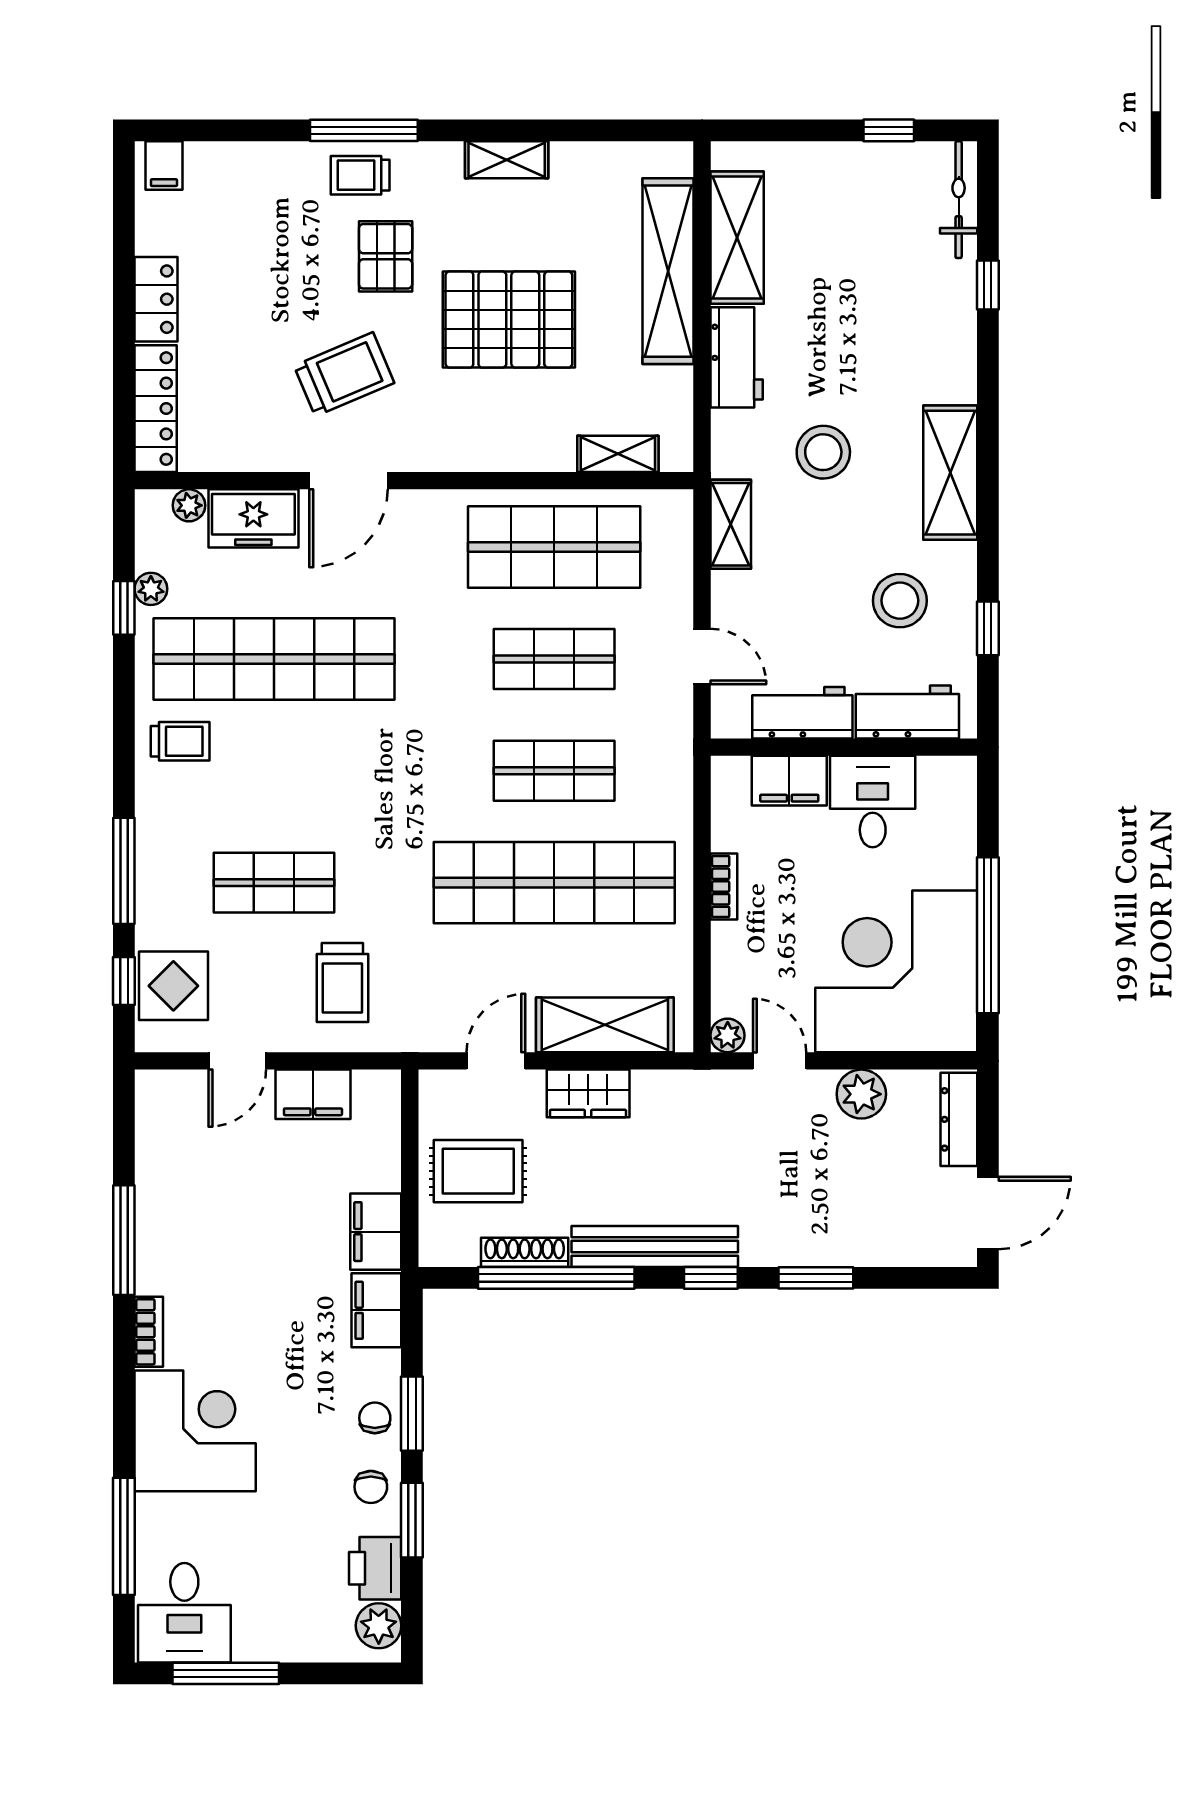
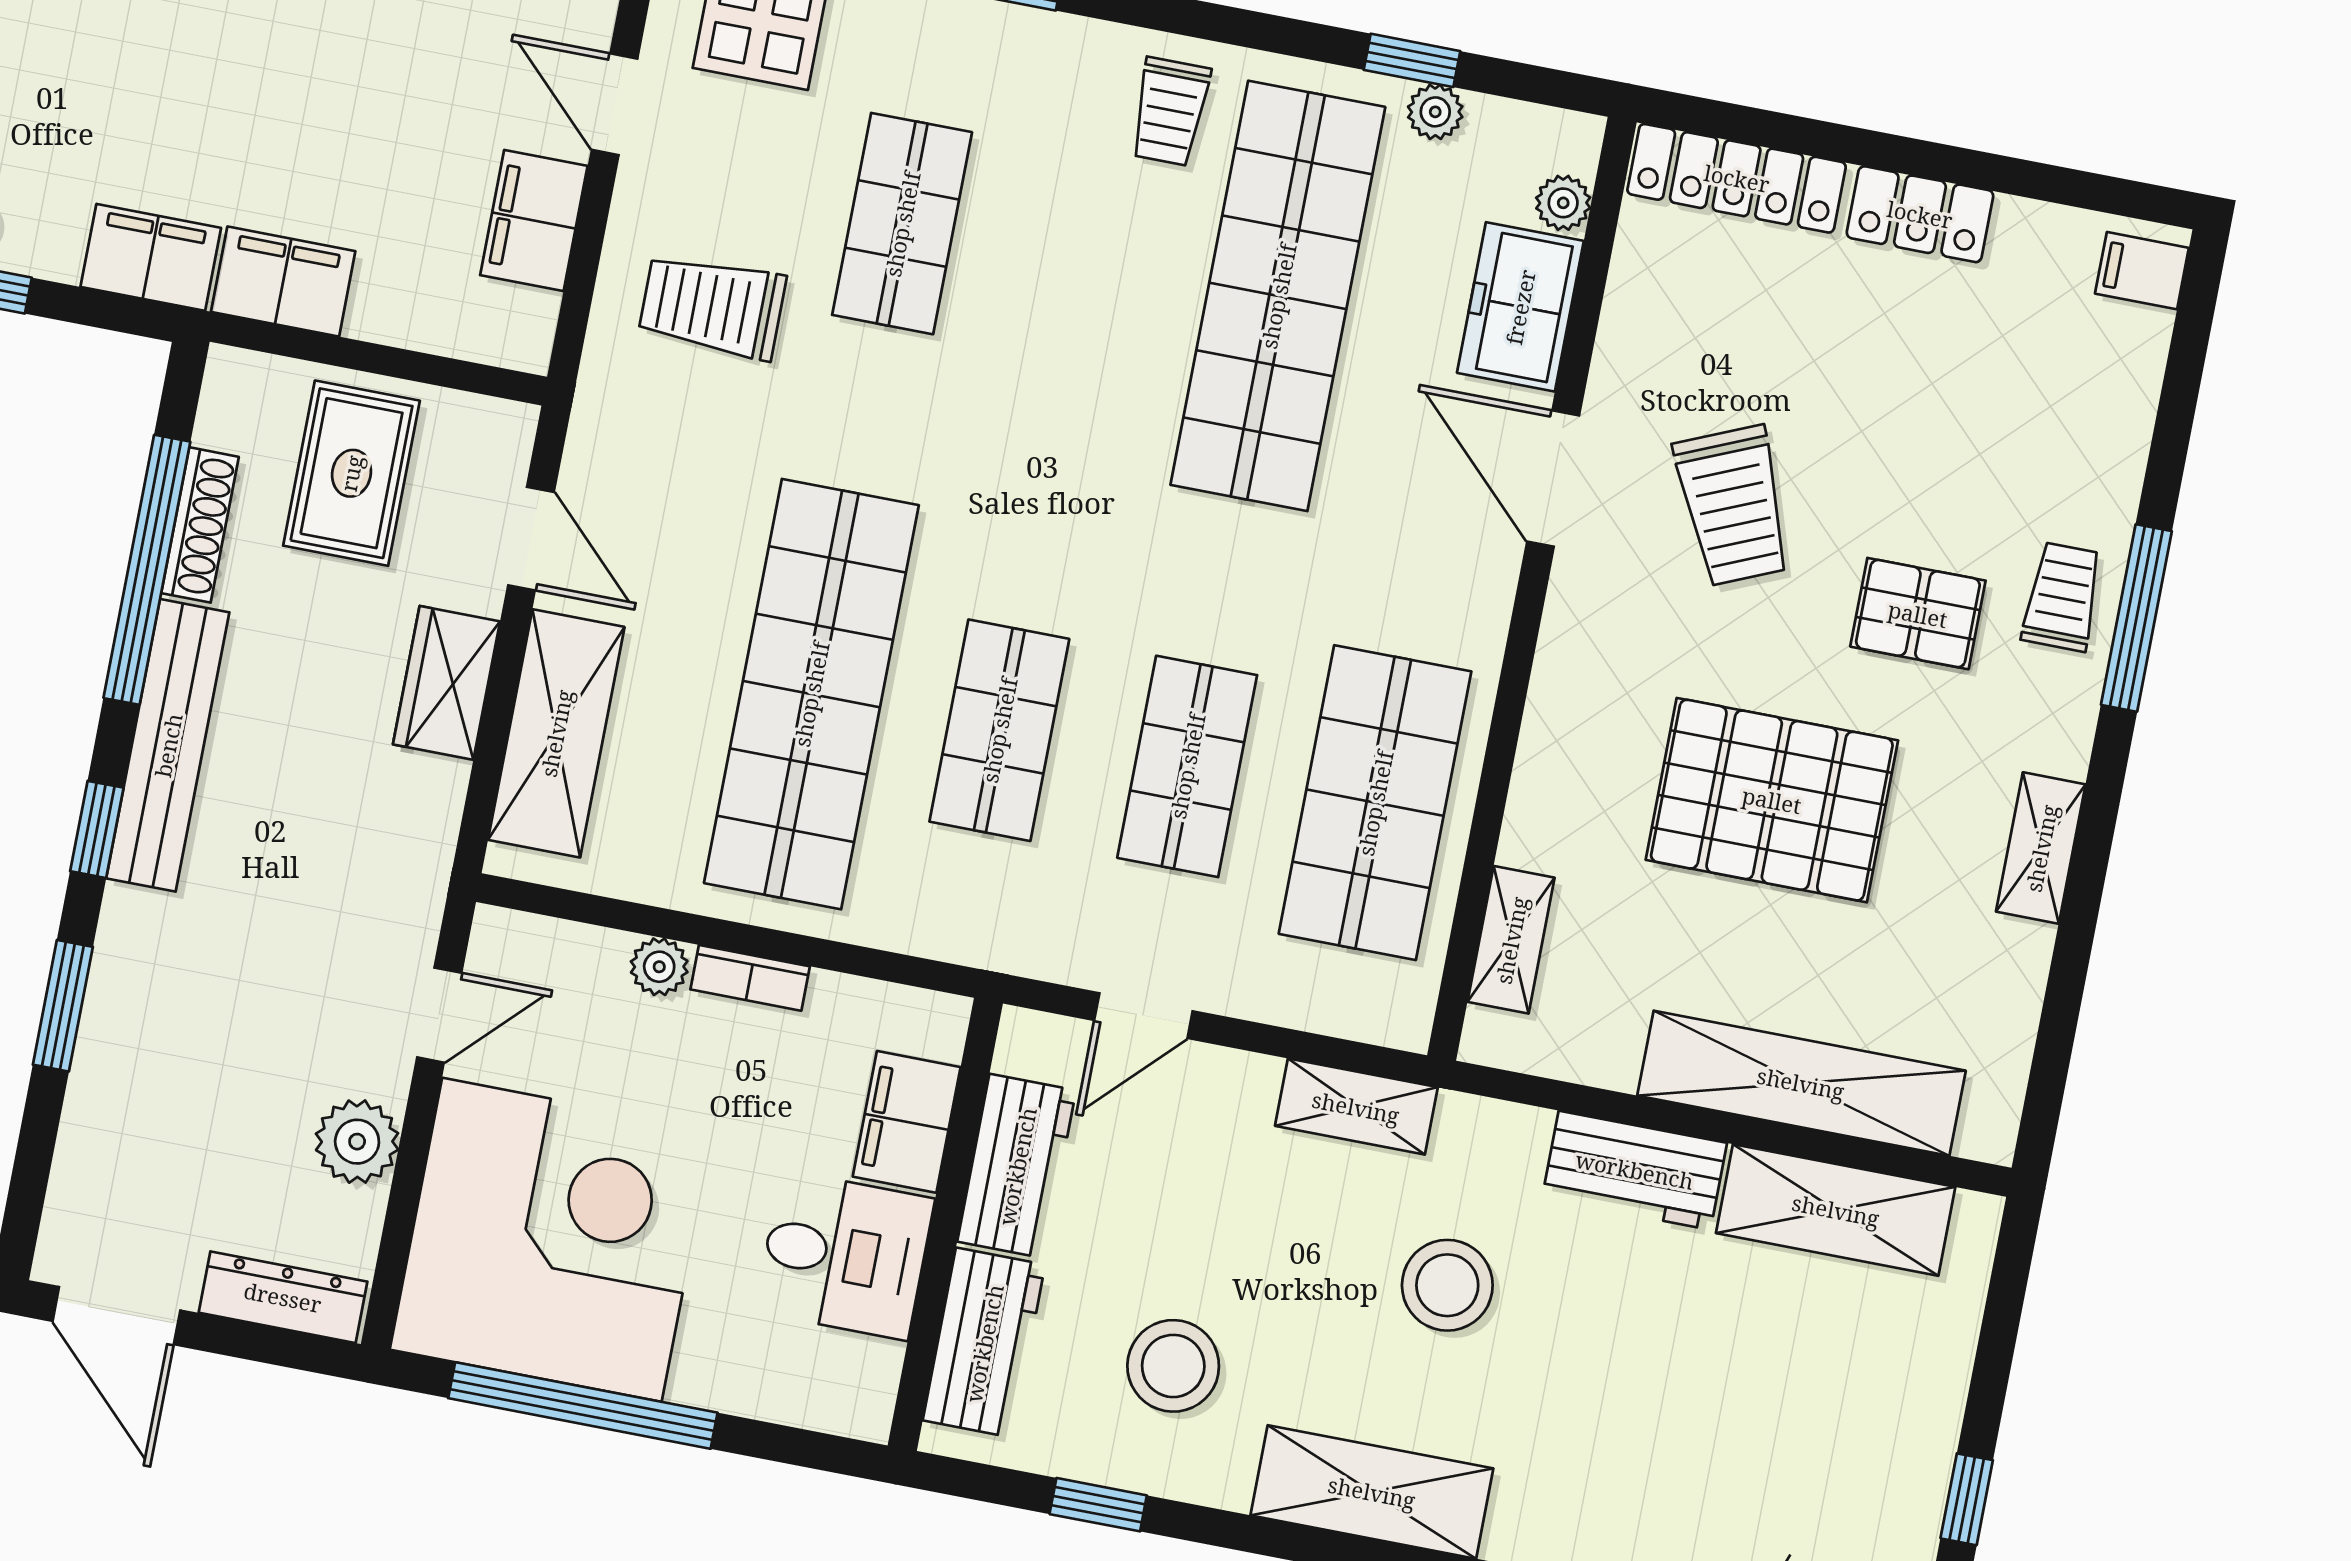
pallet: (509, 320) -> (1772, 800), turned 90
plant: (728, 1035) -> (659, 967), moved

